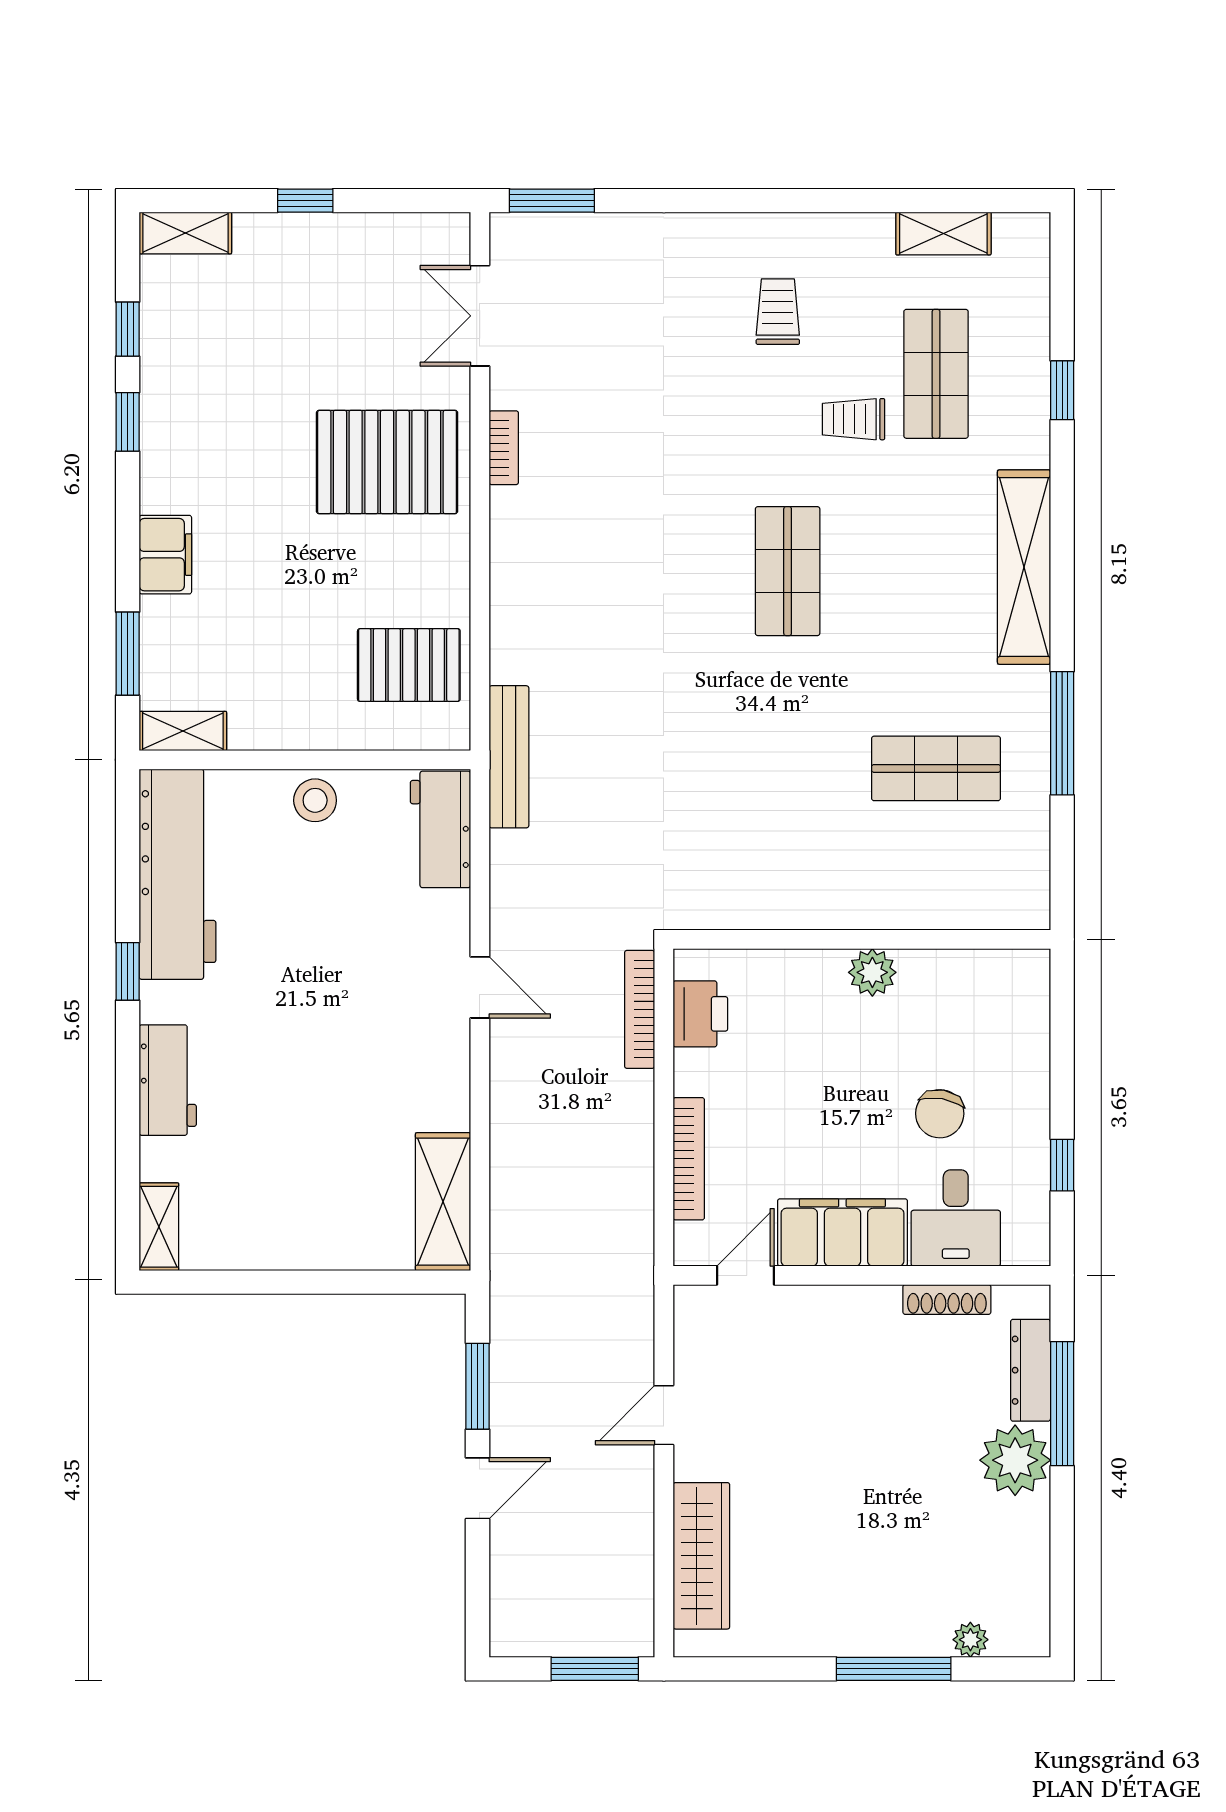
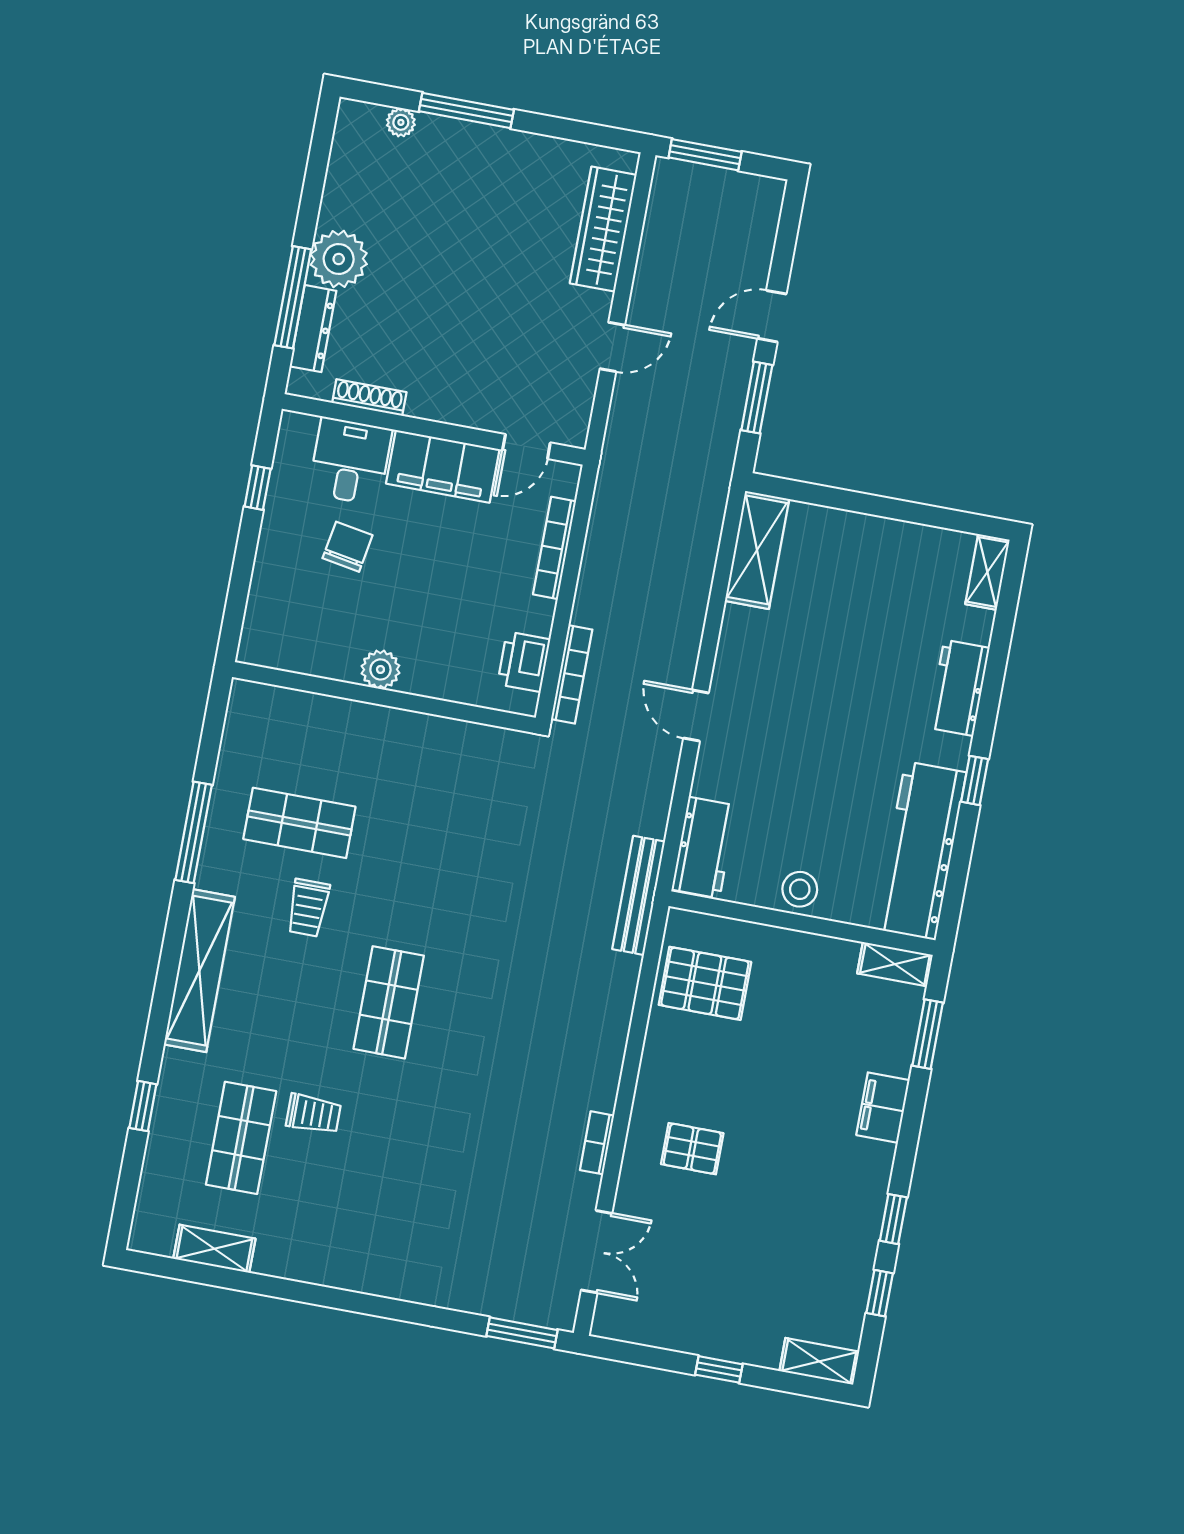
trolley: (778, 312) -> (308, 908), moved
pallet: (387, 462) -> (692, 1149), width x0.49, depth x0.50

